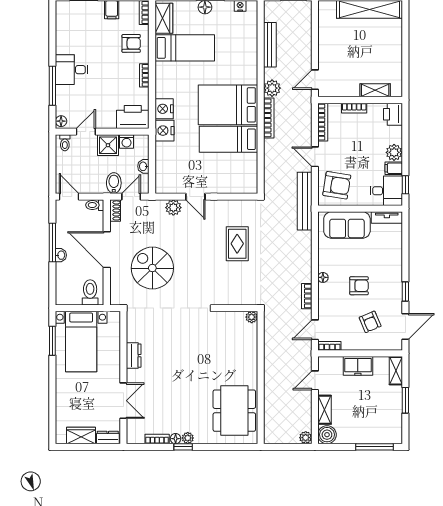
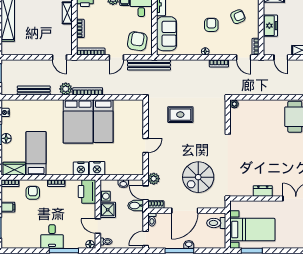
plant: (173, 208) -> (154, 179), moved

